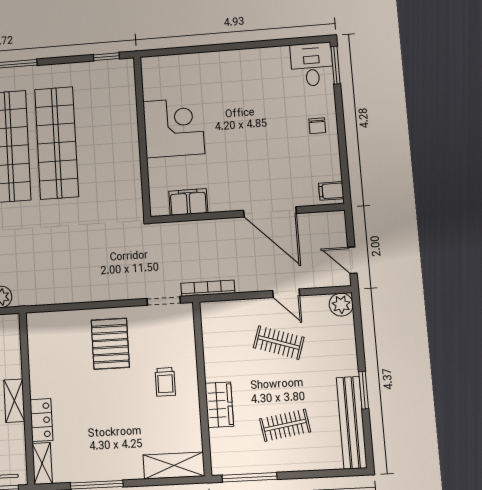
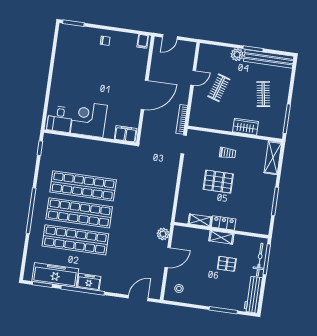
desk: (312, 64) -> (60, 119), moved, turned -90
filing cabinet: (188, 202) -> (126, 134), moved, turned 90
door: (270, 212) -> (145, 95), moved
door: (352, 260) -> (170, 37), moved
plant: (341, 305) -> (237, 55), moved
pallet: (110, 344) -> (218, 182), moved
locker: (41, 420) -> (224, 223), moved
shelving: (42, 463) -> (200, 220), moved

